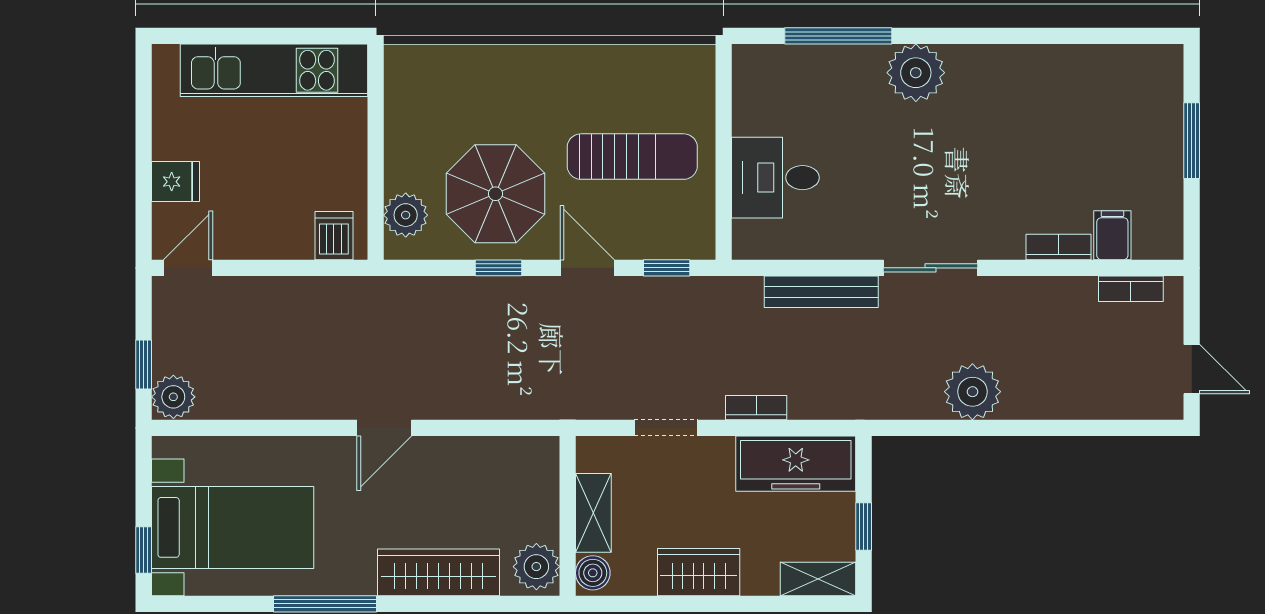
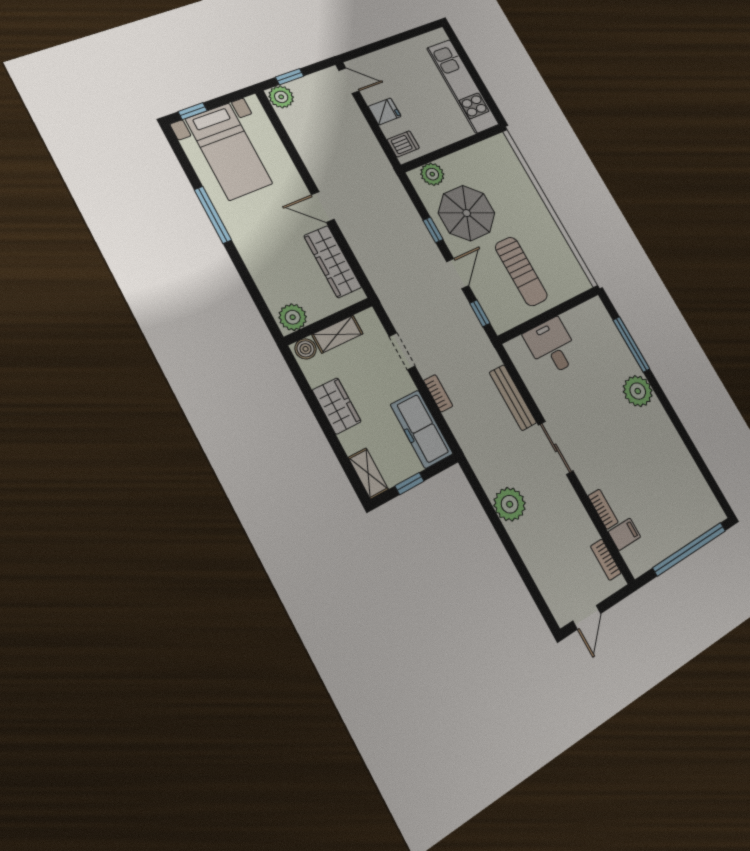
window: (1192, 141) -> (689, 549), width x2.11
fridge: (175, 182) -> (385, 111), moved, turned -90
wardrobe: (438, 572) -> (333, 262), moved, turned 180

